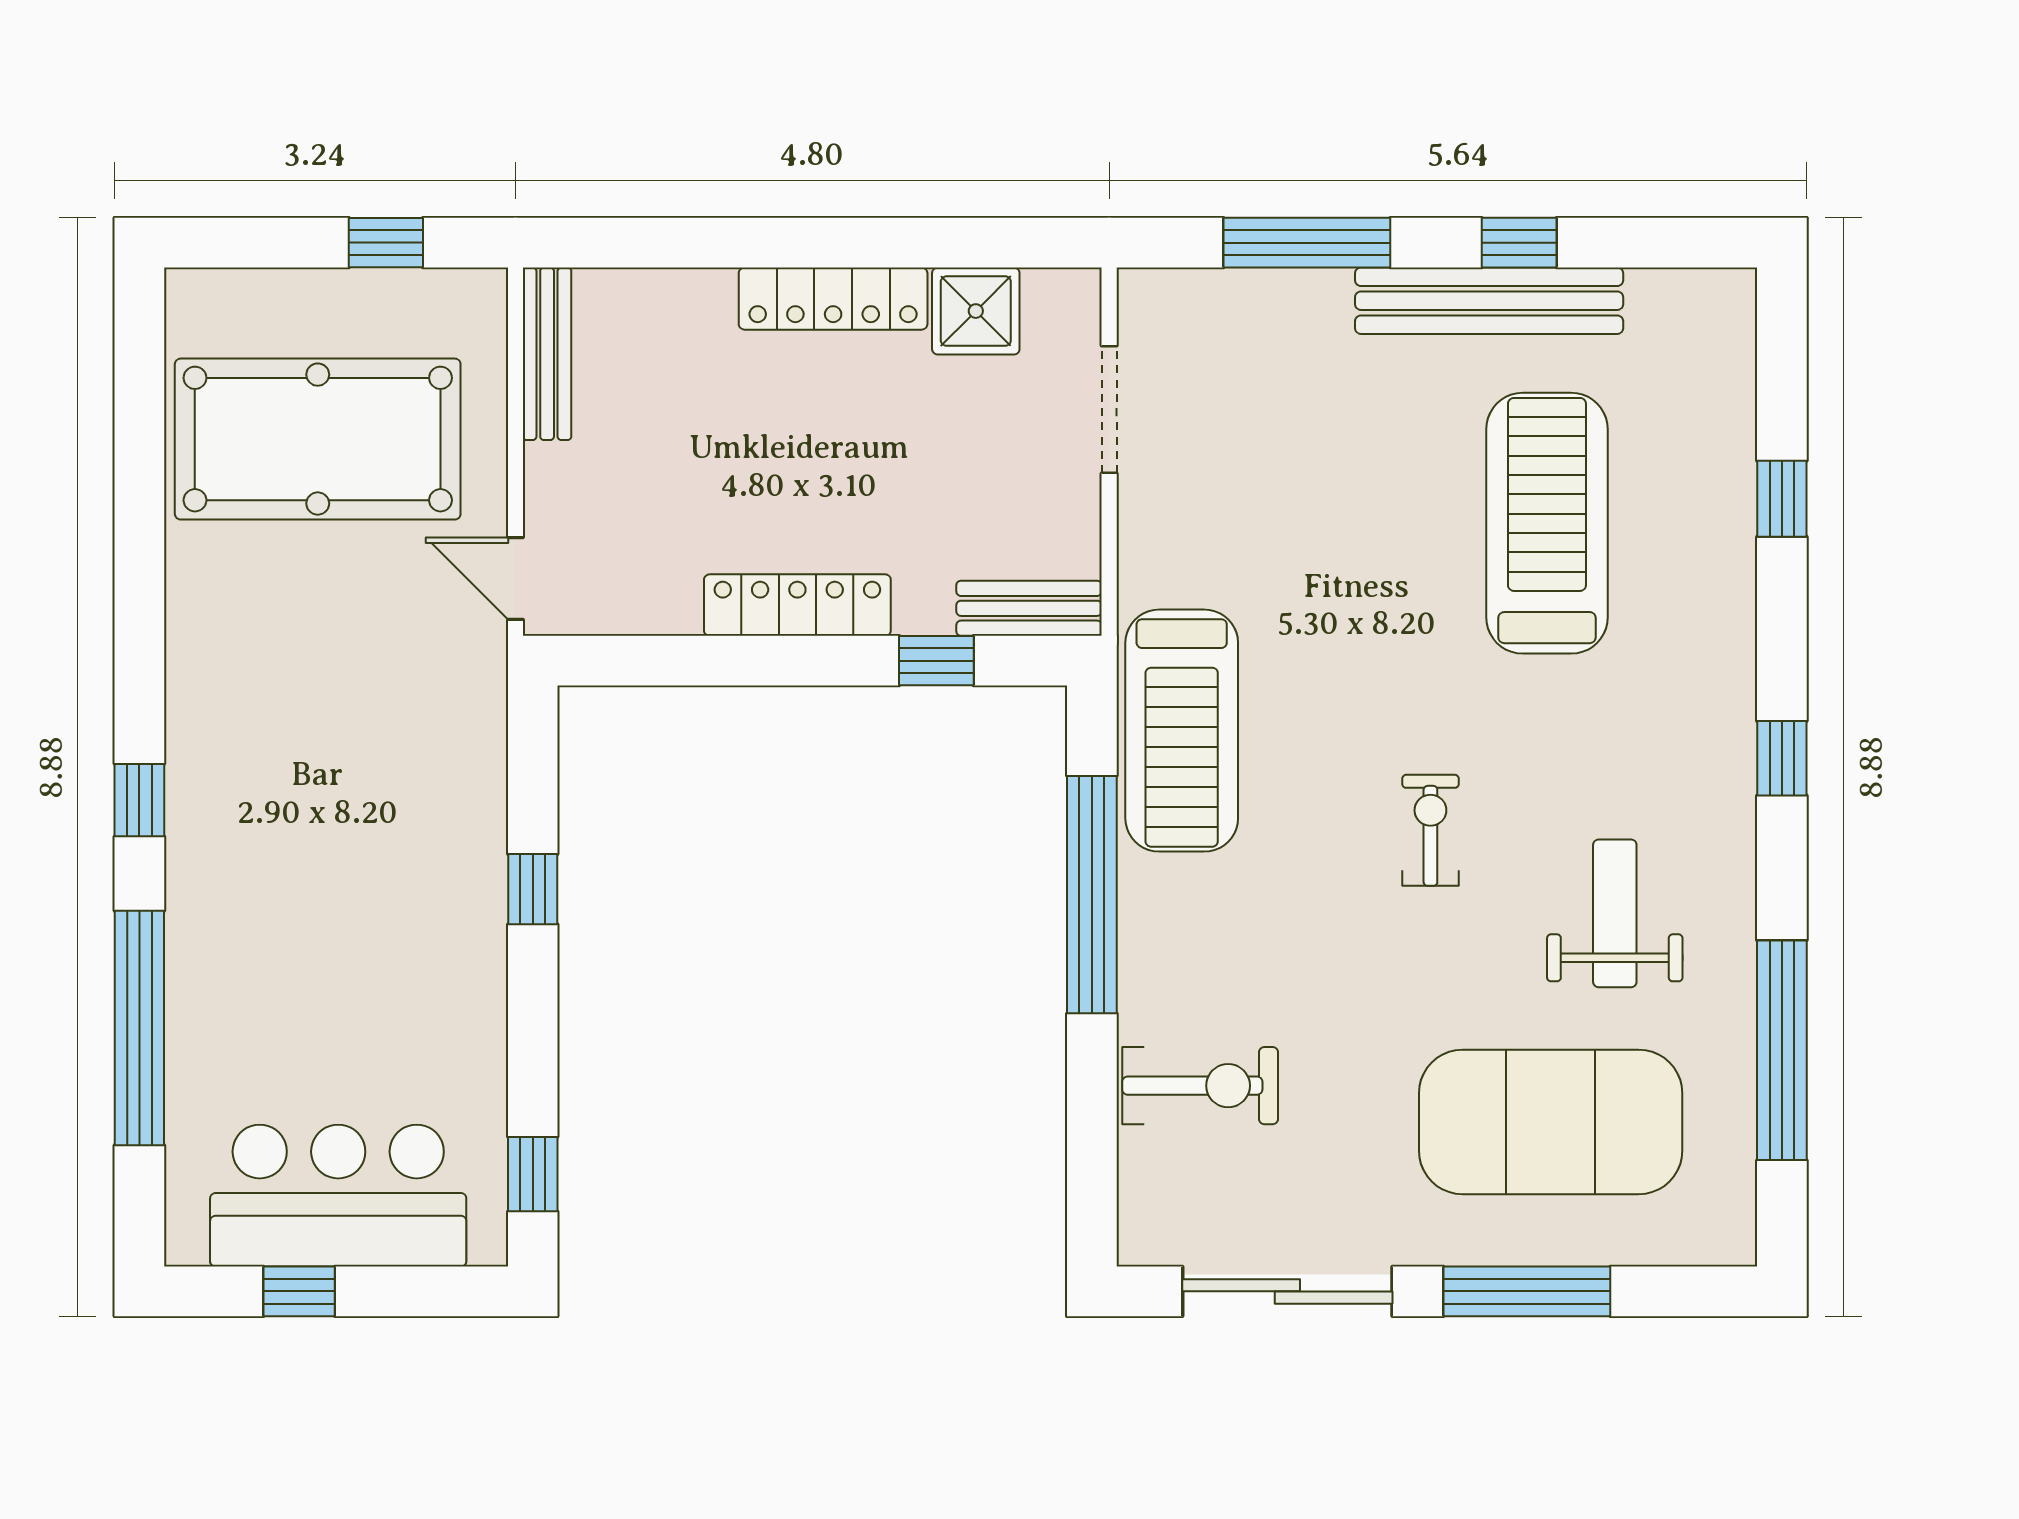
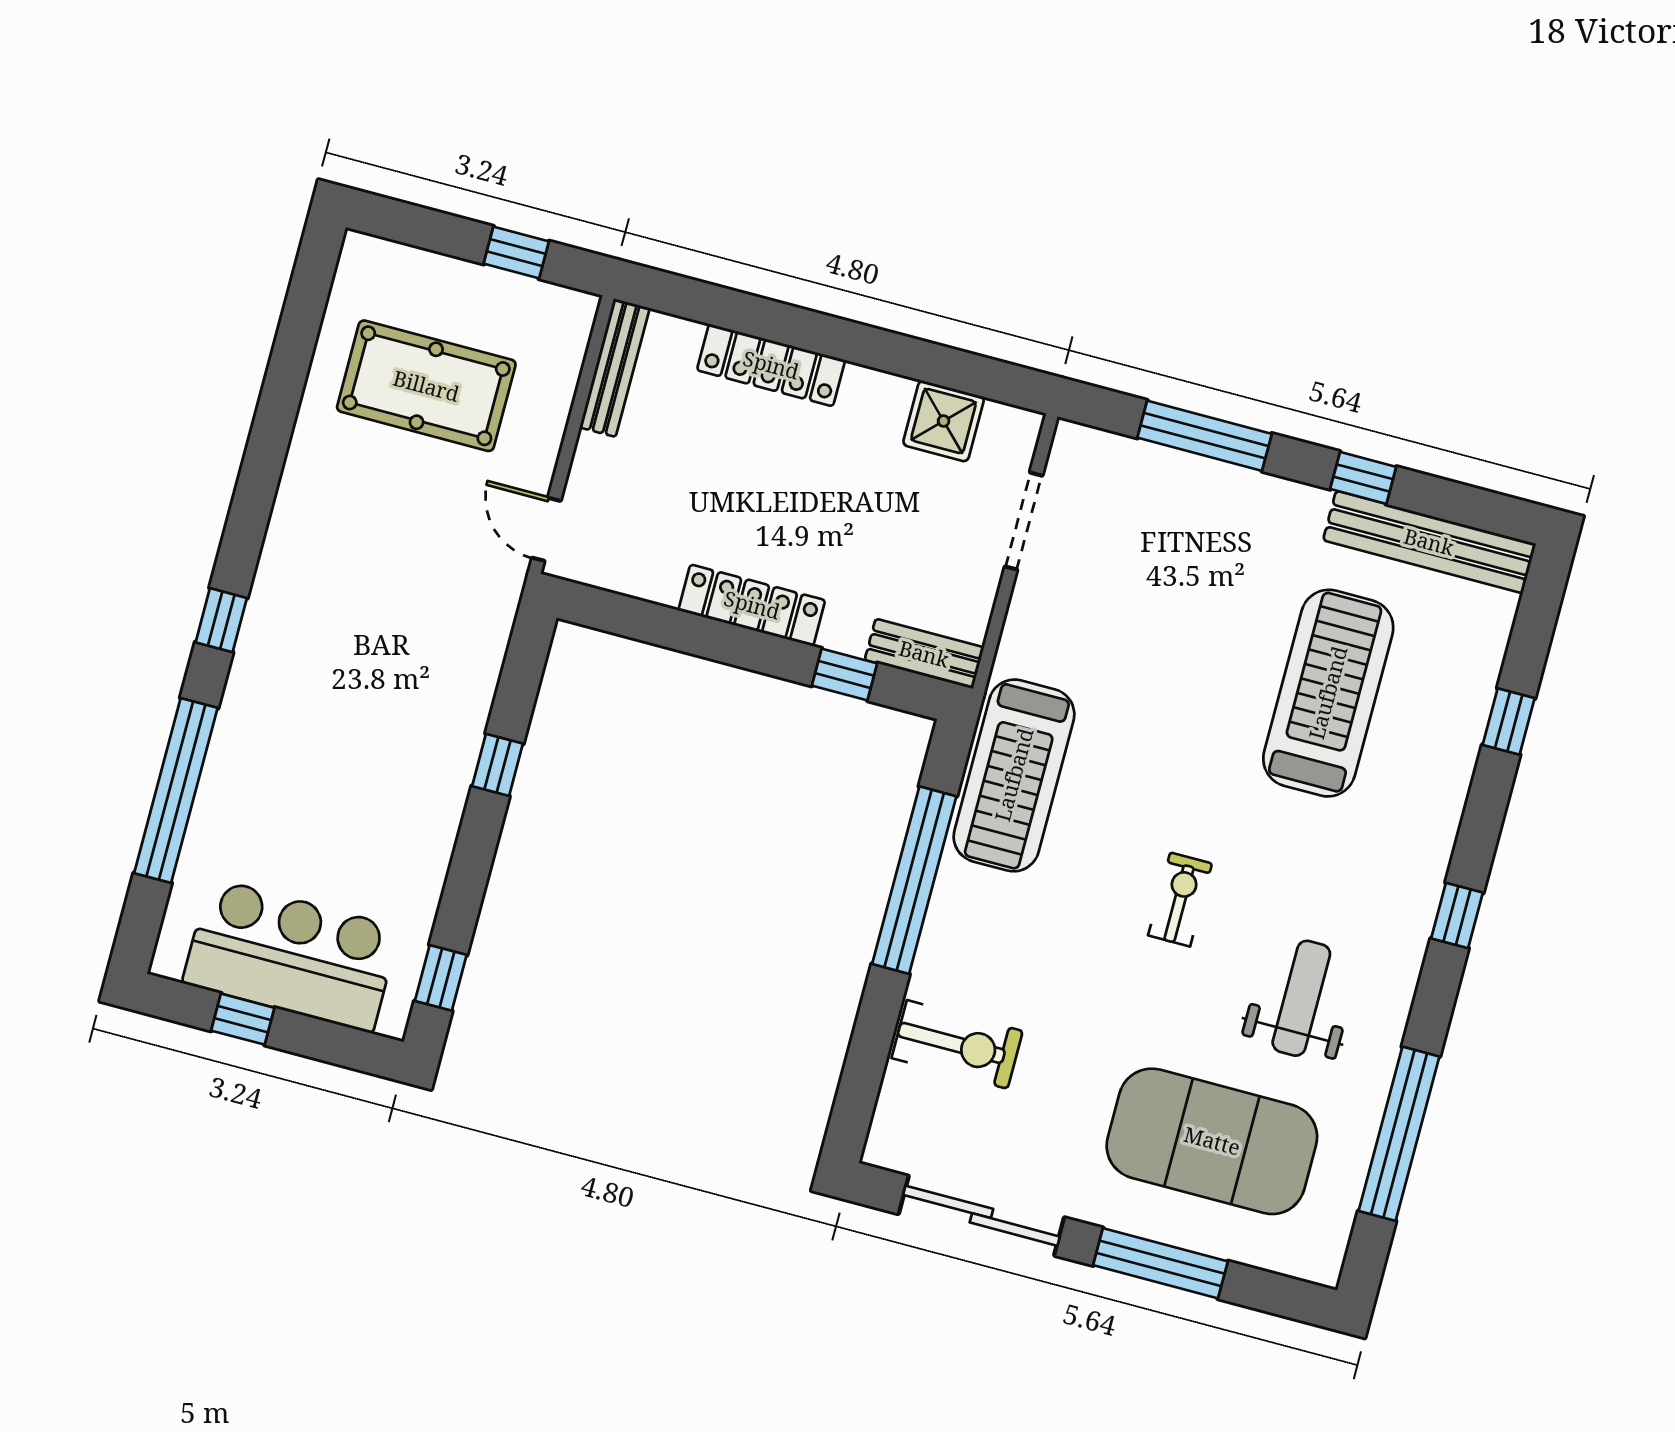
locker: (833, 299) -> (771, 365), moved
bench: (1489, 301) -> (1429, 542), moved
pool table: (318, 439) -> (426, 386), width x0.73, depth x0.76

